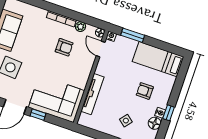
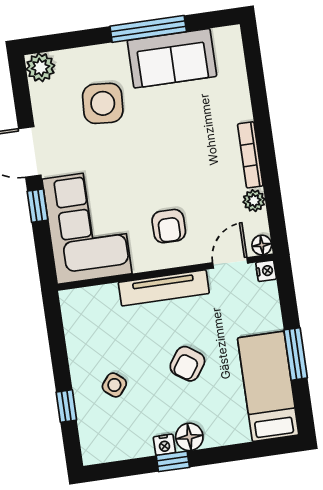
window: (133, 35) -> (296, 354), moved
armchair: (64, 47) -> (169, 226), moved
armchair: (145, 91) -> (187, 364), moved, turned -145
tv unit: (92, 94) -> (164, 288), moved
floor lamp: (155, 123) -> (189, 437), moved

